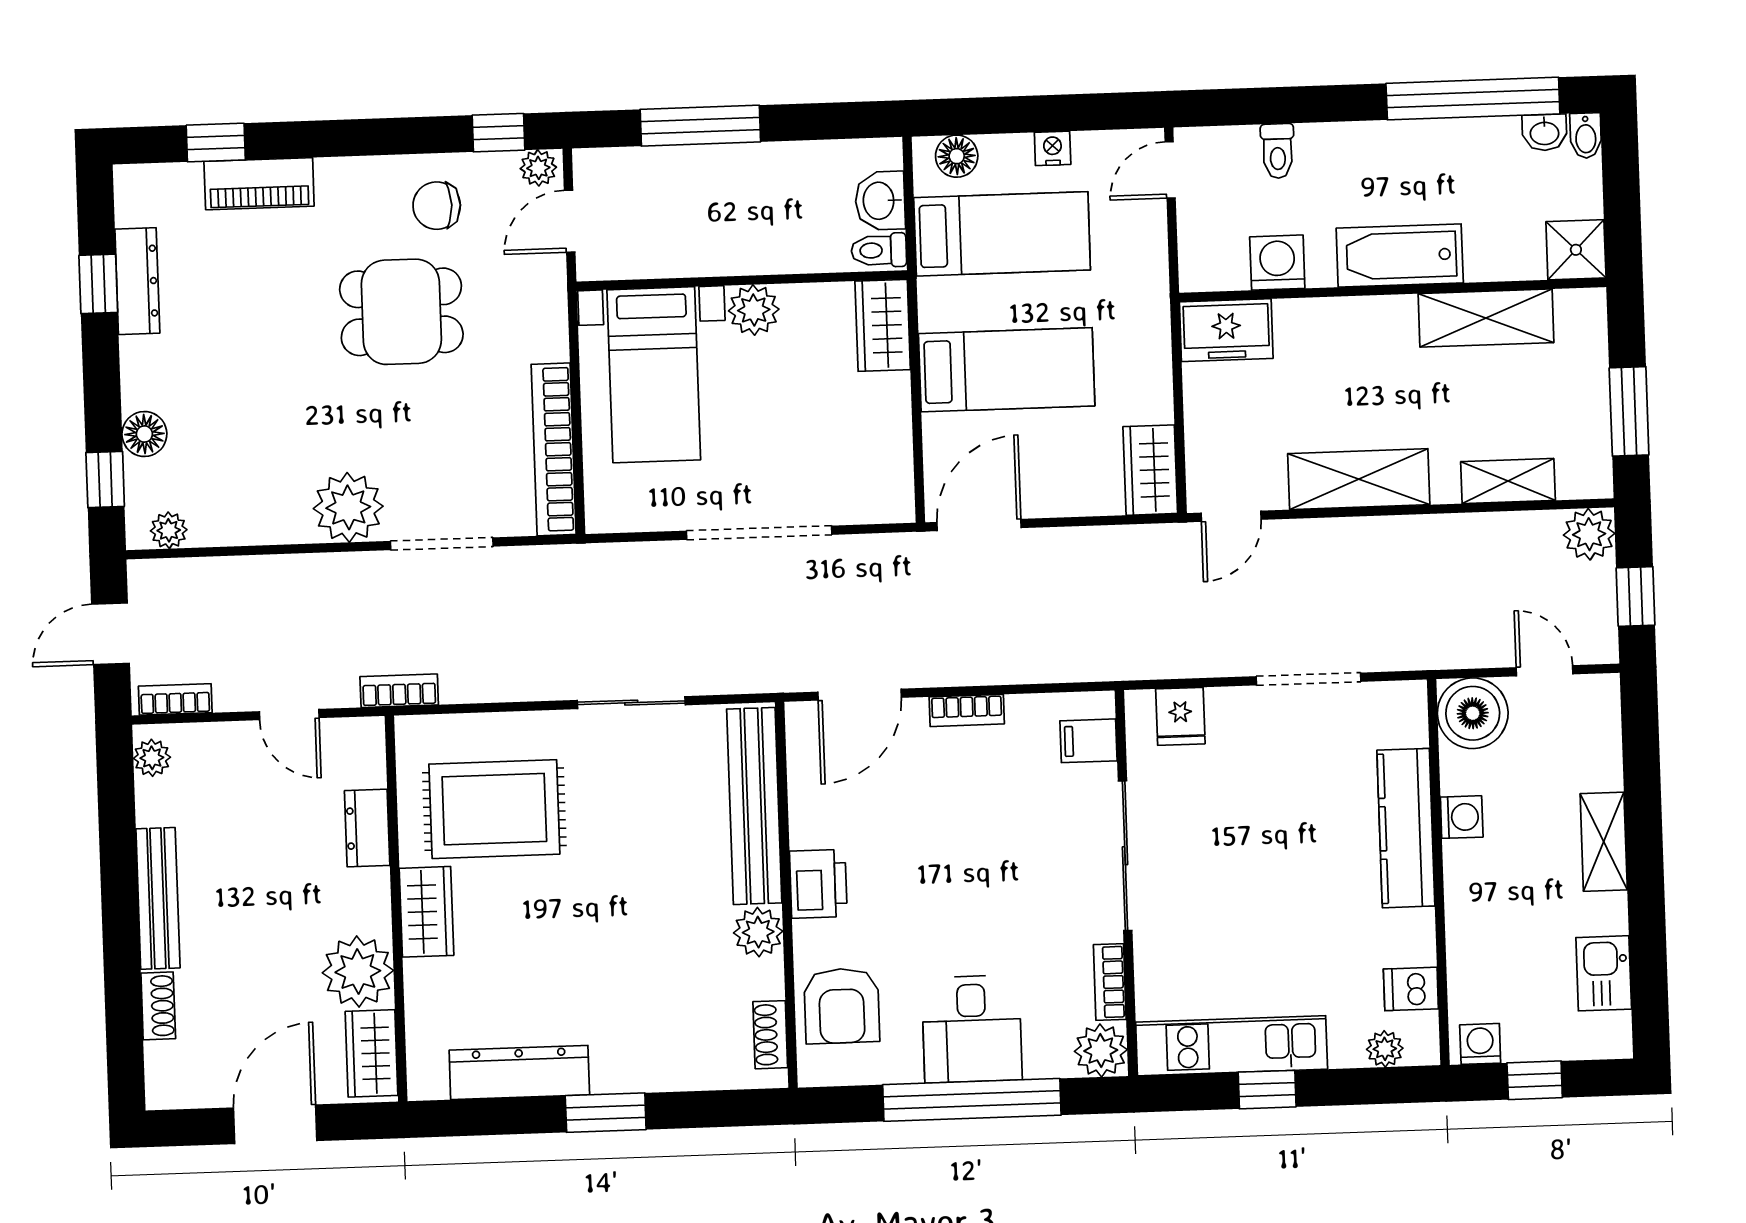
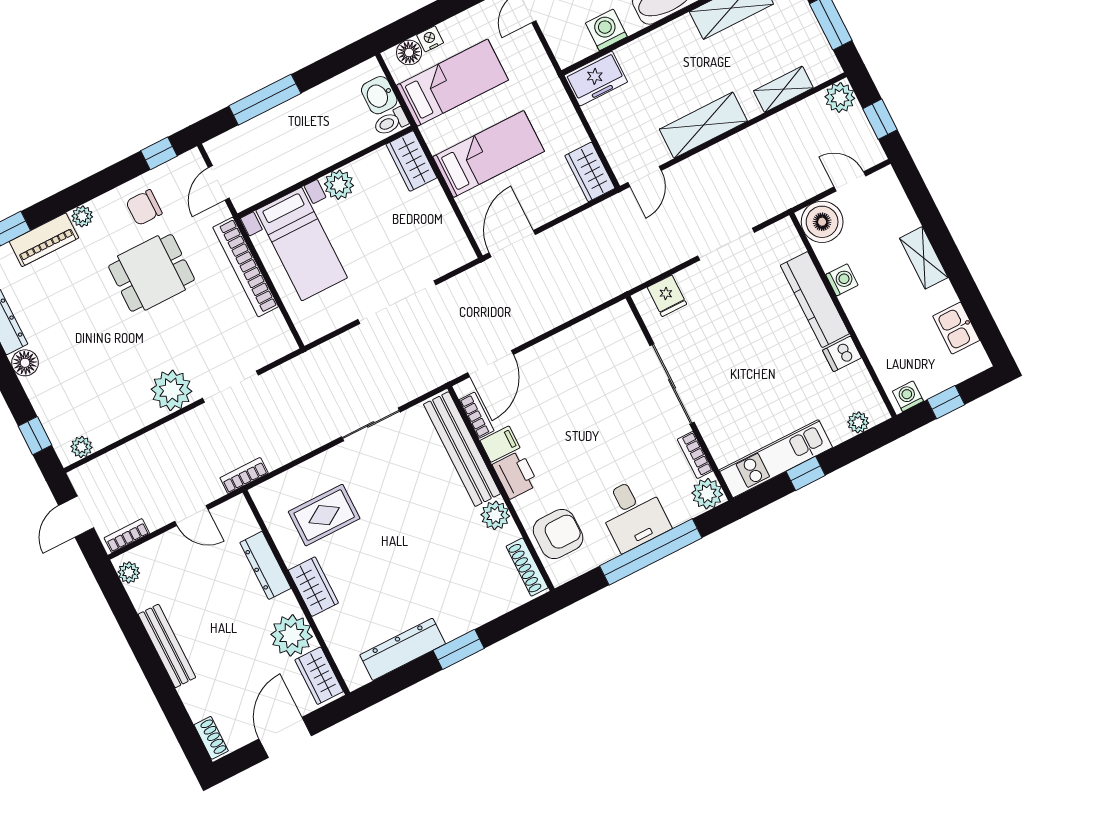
nightstand: (1053, 148) -> (430, 39), moved
plant: (538, 168) -> (82, 216), moved
floor lamp: (144, 434) -> (25, 363), moved
bookcase: (554, 449) -> (246, 267), moved
bookcase: (967, 710) -> (477, 415), moved, turned -90
filing cabinet: (1088, 741) -> (500, 444), moved, turned 180
rug: (494, 809) -> (324, 515), width x0.73, depth x0.70
dresser: (367, 828) -> (265, 565), width x1.44
dishwasher: (1411, 989) -> (842, 354), moved
shoe rack: (158, 1006) -> (211, 738), moved
armchair: (842, 1006) -> (558, 534), turned -90
shoe rack: (770, 1035) -> (527, 567), width x1.43

